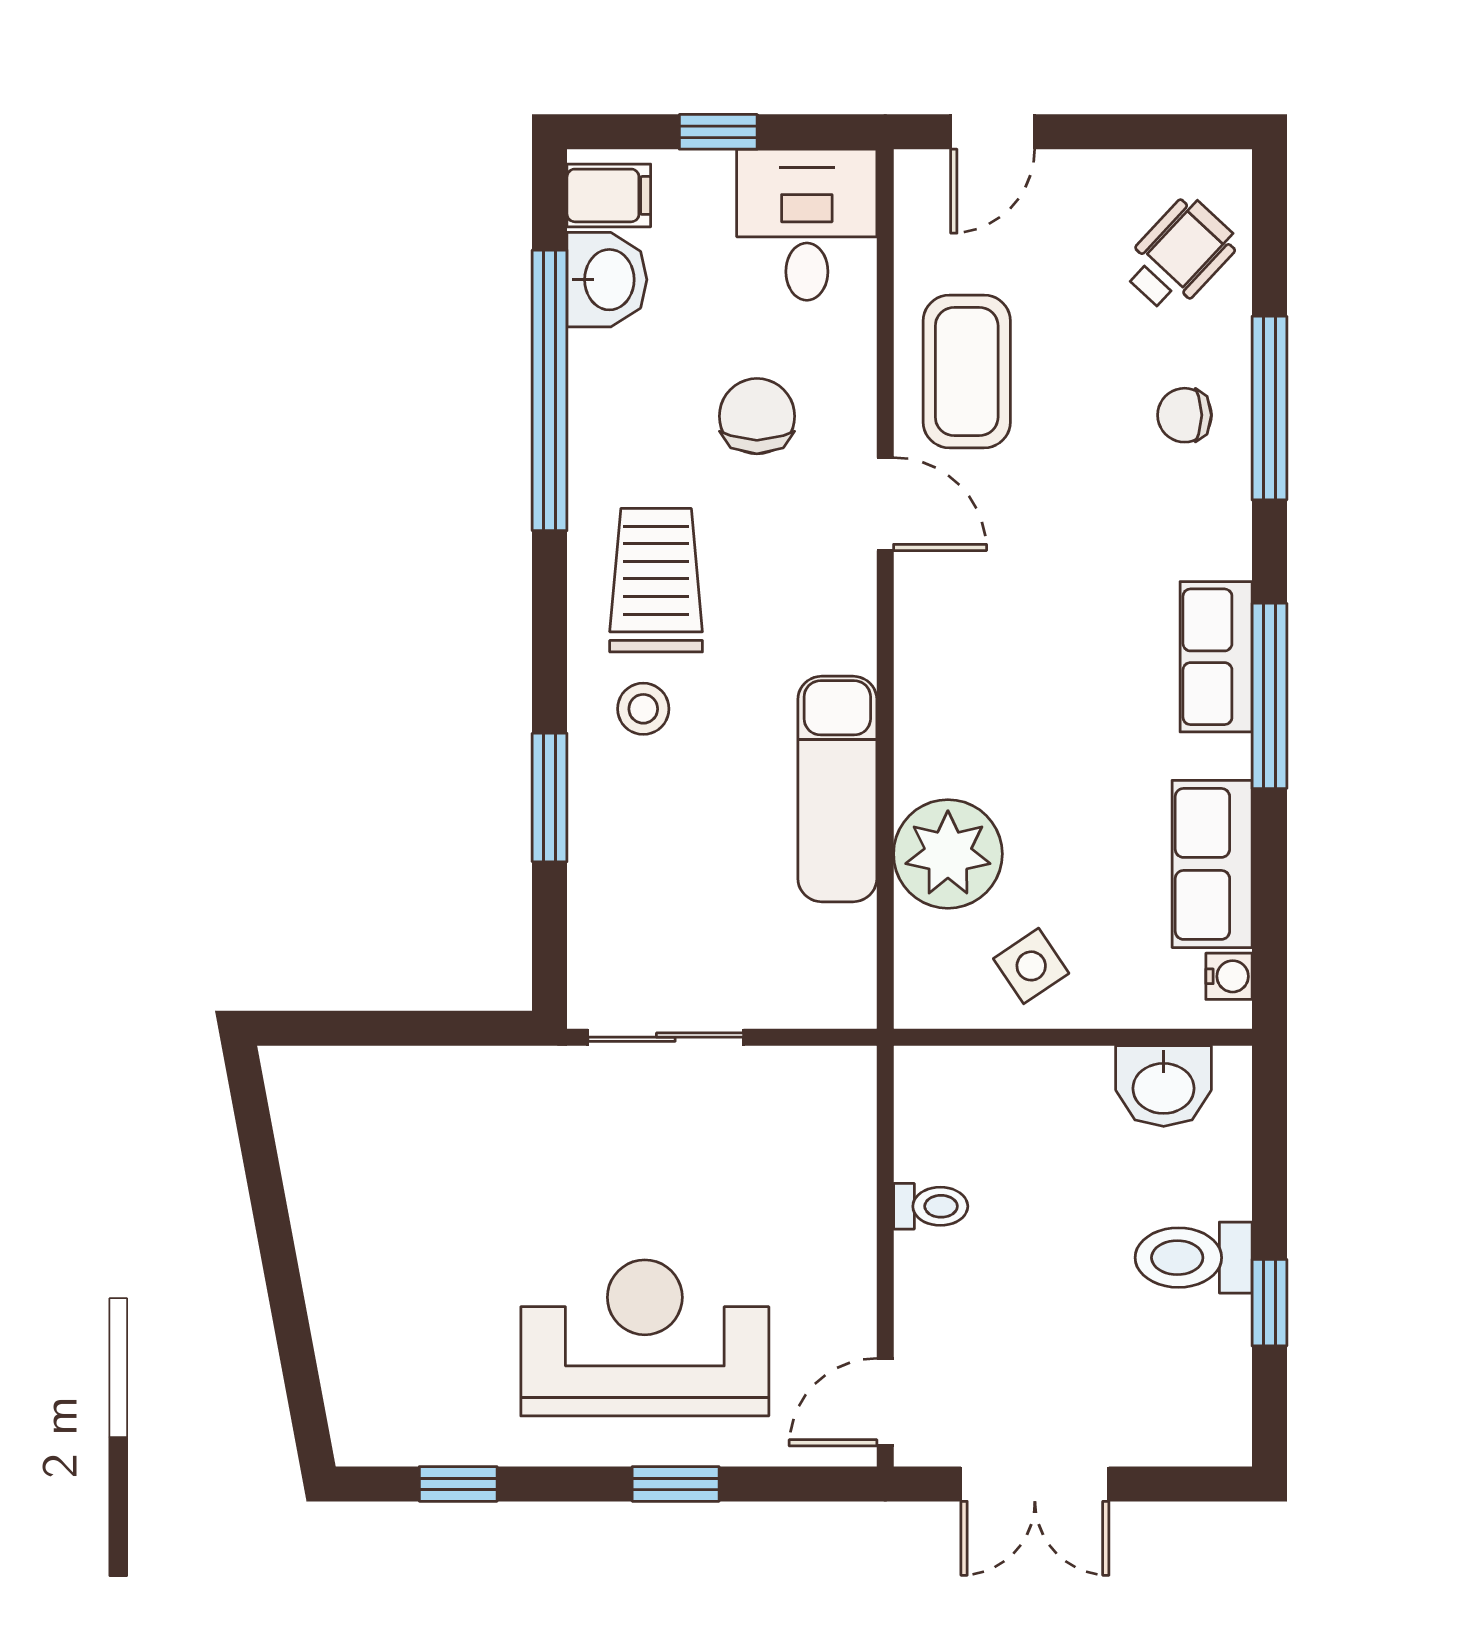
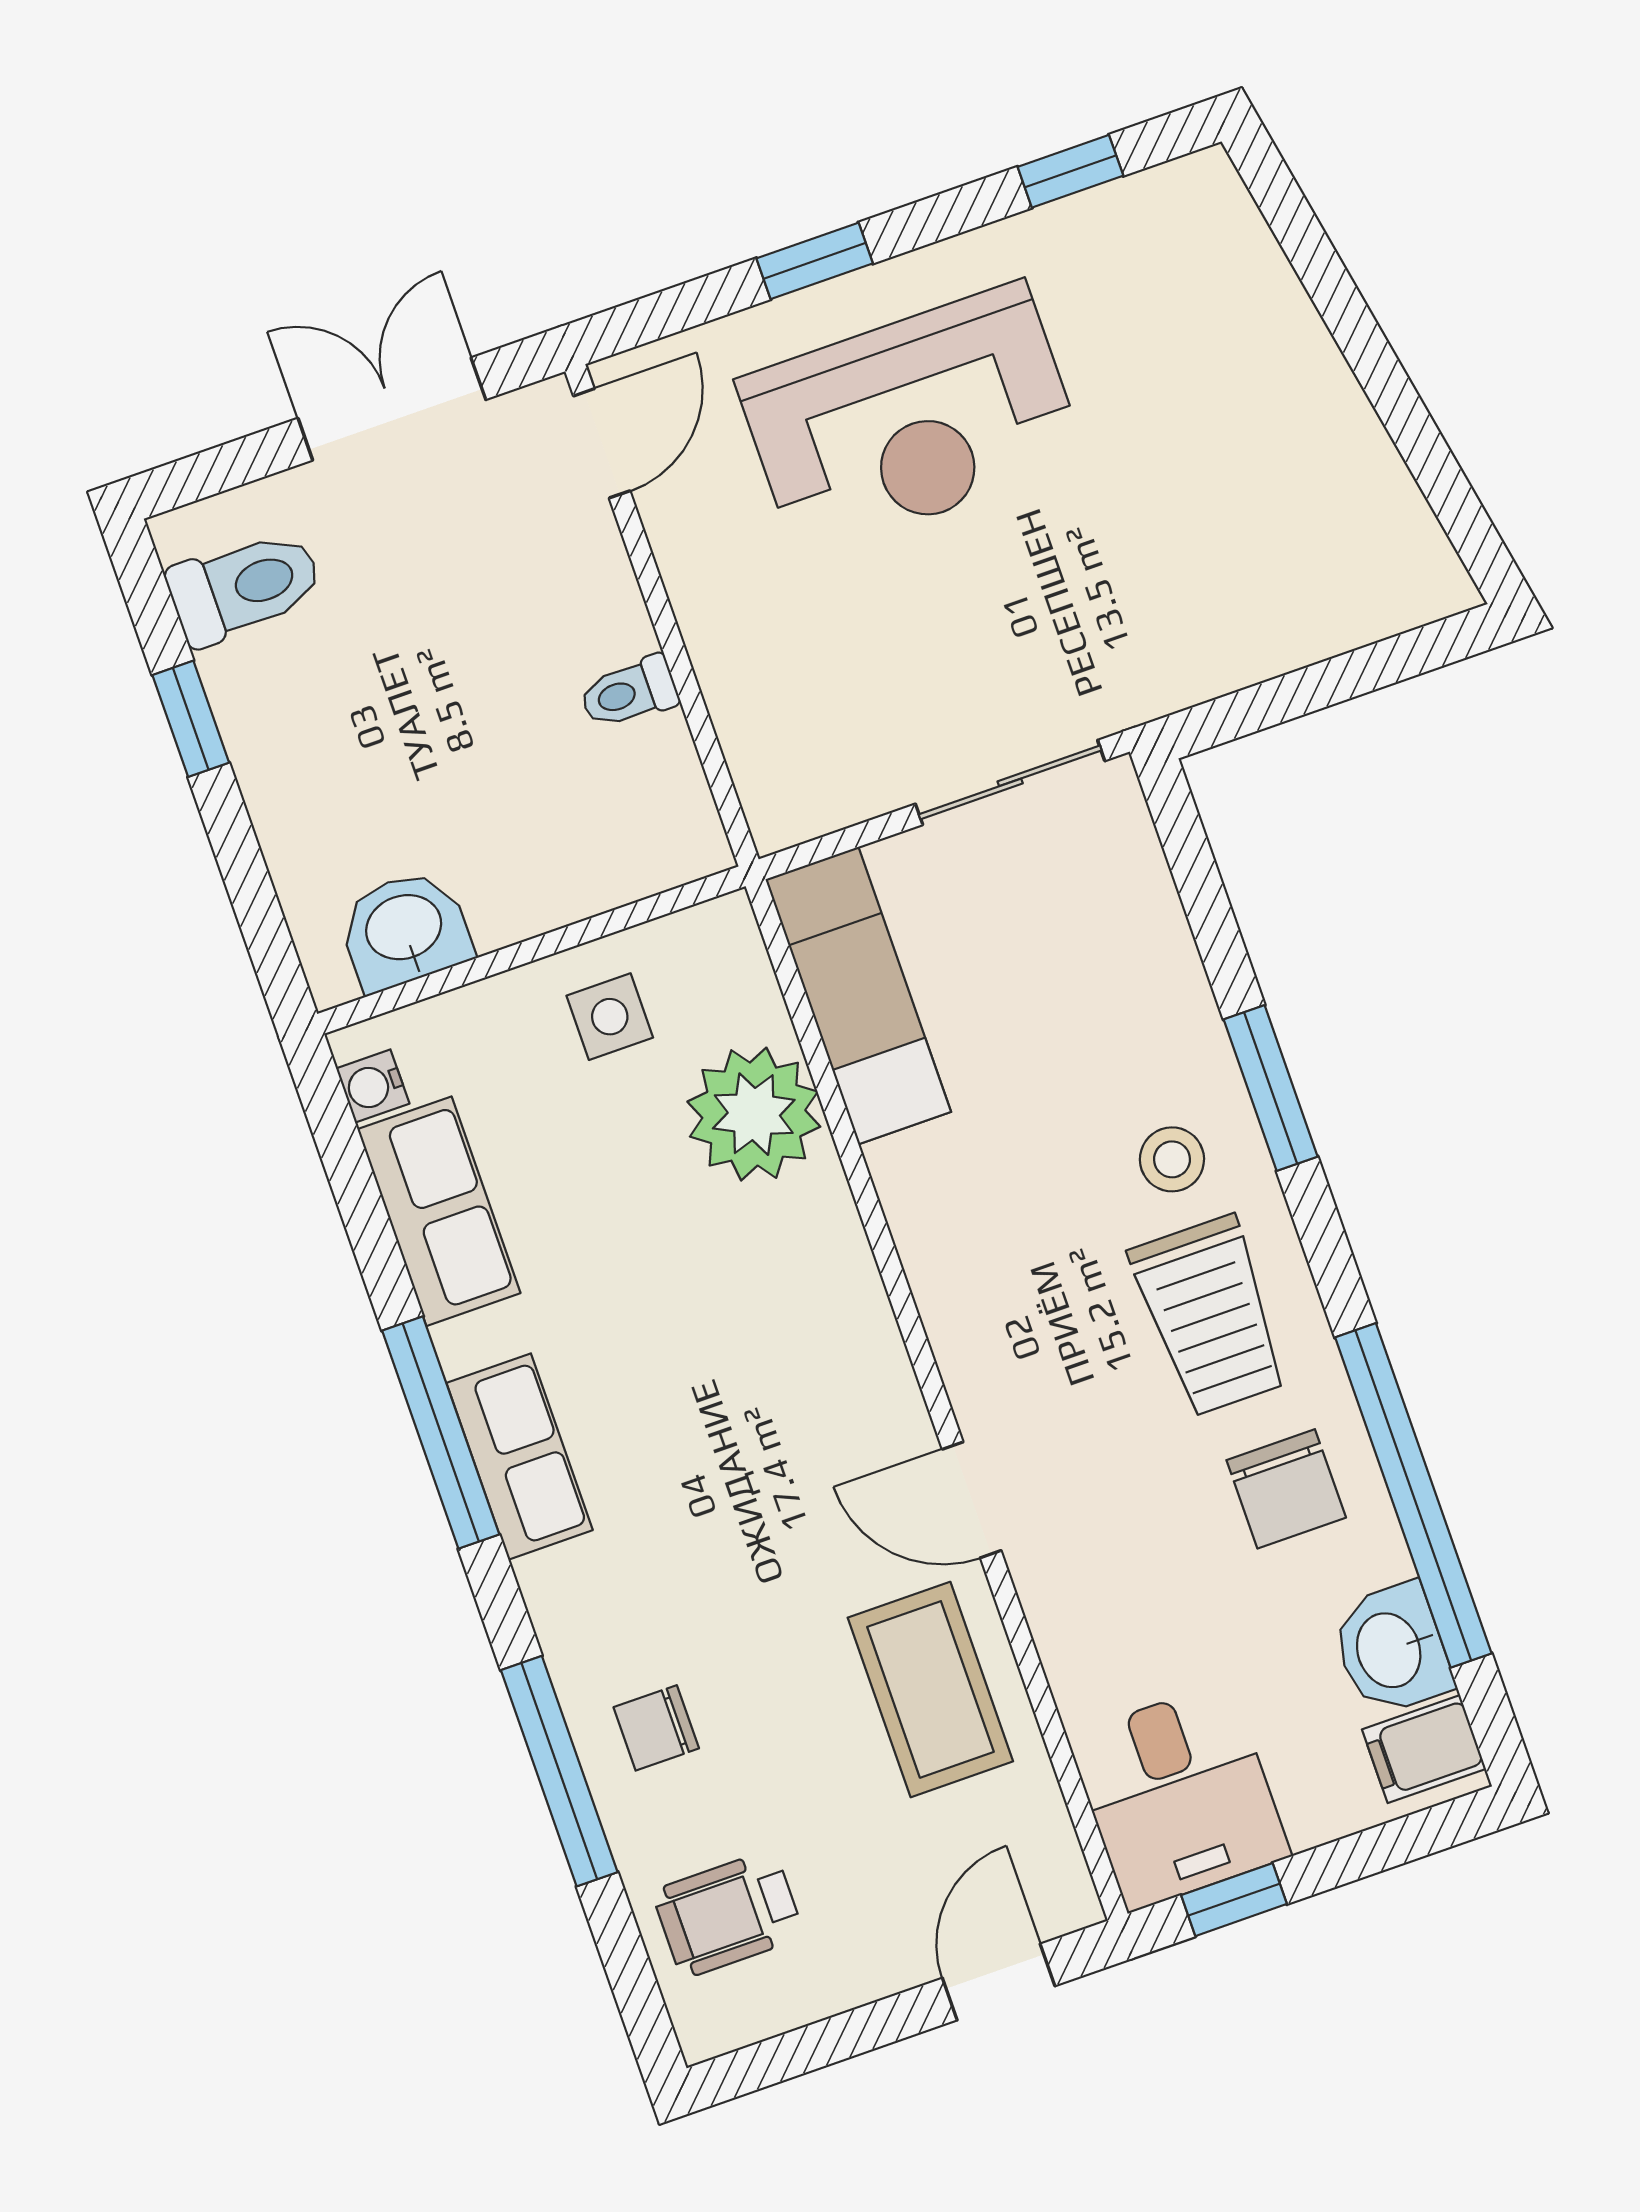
window: (718, 132) -> (1234, 1900), moved
wheelchair: (1179, 255) -> (728, 1914), turned 47
chair: (1185, 415) -> (656, 1728), turned 180
chair: (757, 416) -> (1286, 1489), moved
exam couch: (837, 789) -> (858, 996), moved
window: (550, 797) -> (1271, 1088), moved
side table: (1031, 966) -> (610, 1017), turned 34
toilet: (1194, 1258) -> (245, 587), moved

